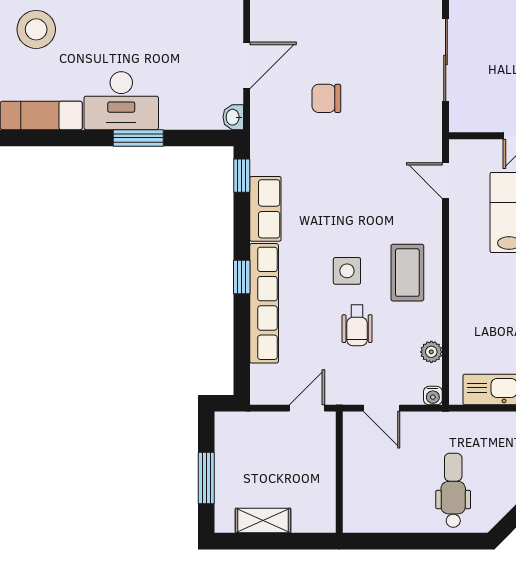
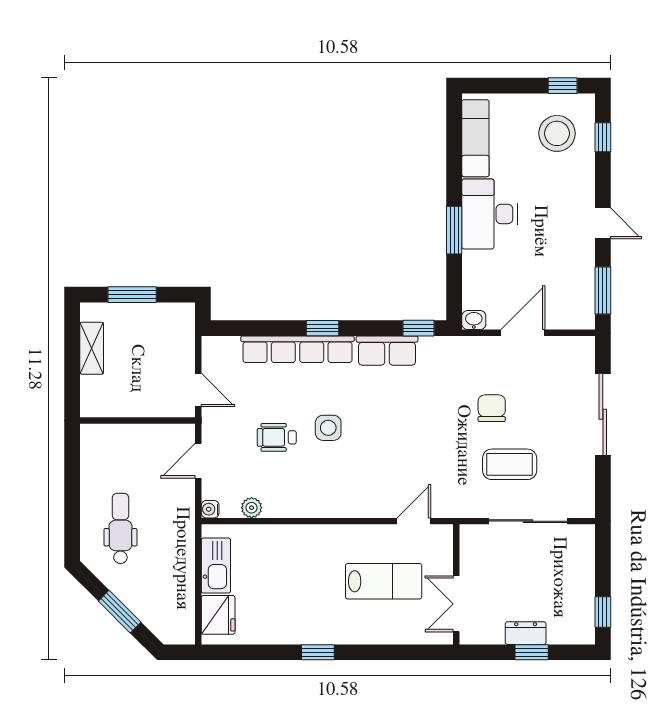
door: (247, 65) -> (523, 333), swing flipped
coffee table: (407, 273) -> (510, 464), moved
dental chair: (453, 490) -> (120, 528), turned -90

